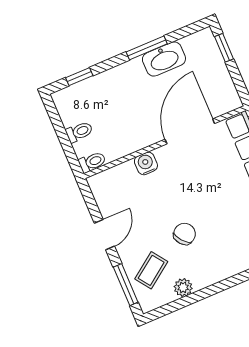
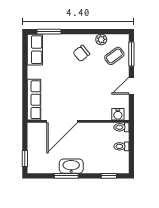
washbasin: (164, 59) -> (71, 166), moved
water cooler: (146, 163) -> (118, 114), moved
chair: (185, 234) -> (81, 53), moved

